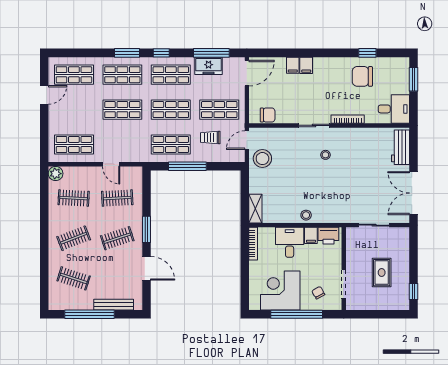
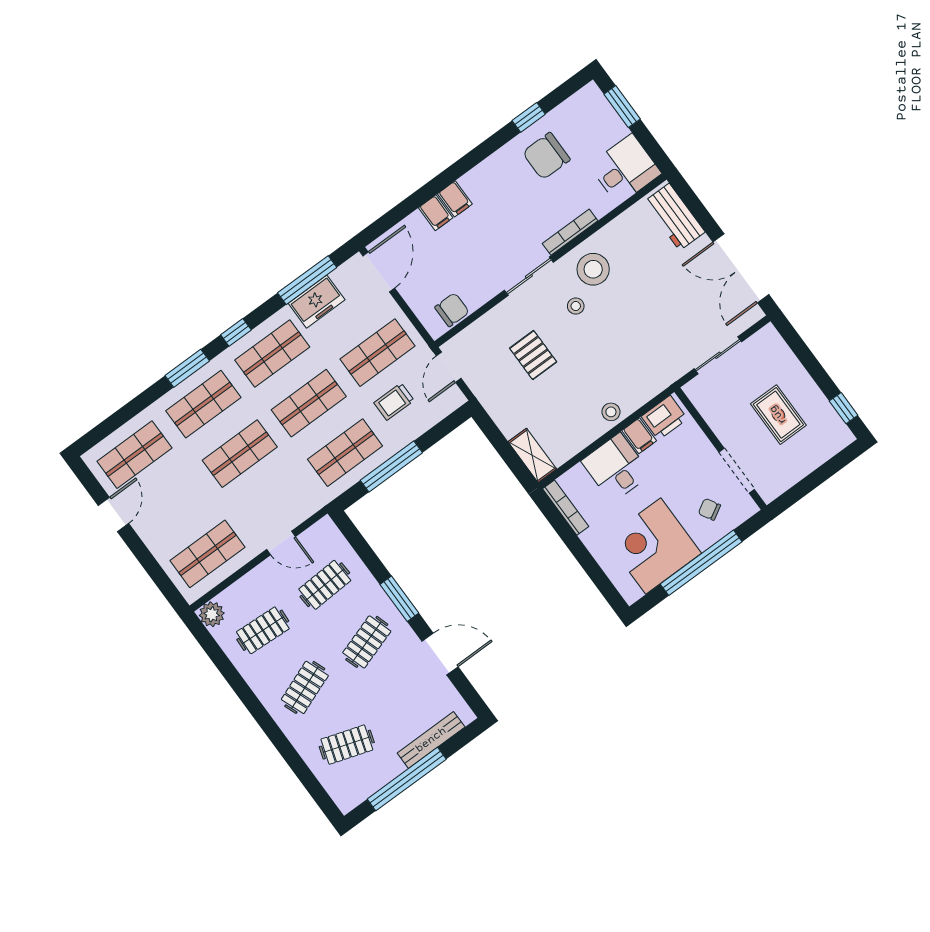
stool: (262, 159) -> (593, 269), moved
pallet: (290, 163) -> (533, 355), added

